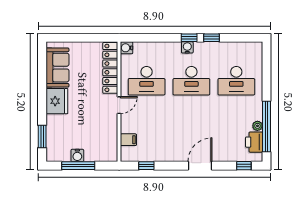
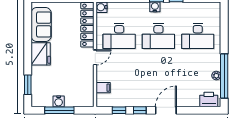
printer: (254, 142) -> (209, 100), moved, turned 90
window: (244, 166) -> (140, 110), moved

